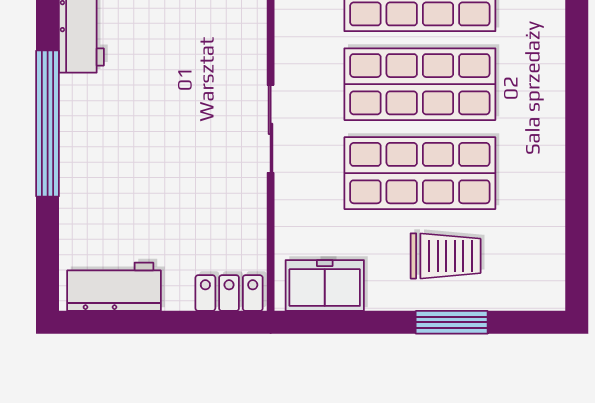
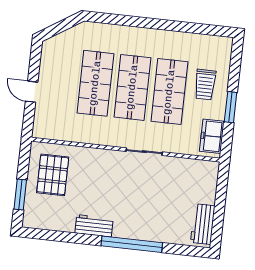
trolley: (446, 256) -> (205, 85), turned 180
locker: (229, 293) -> (211, 176), removed
window: (452, 322) -> (231, 107), moved

